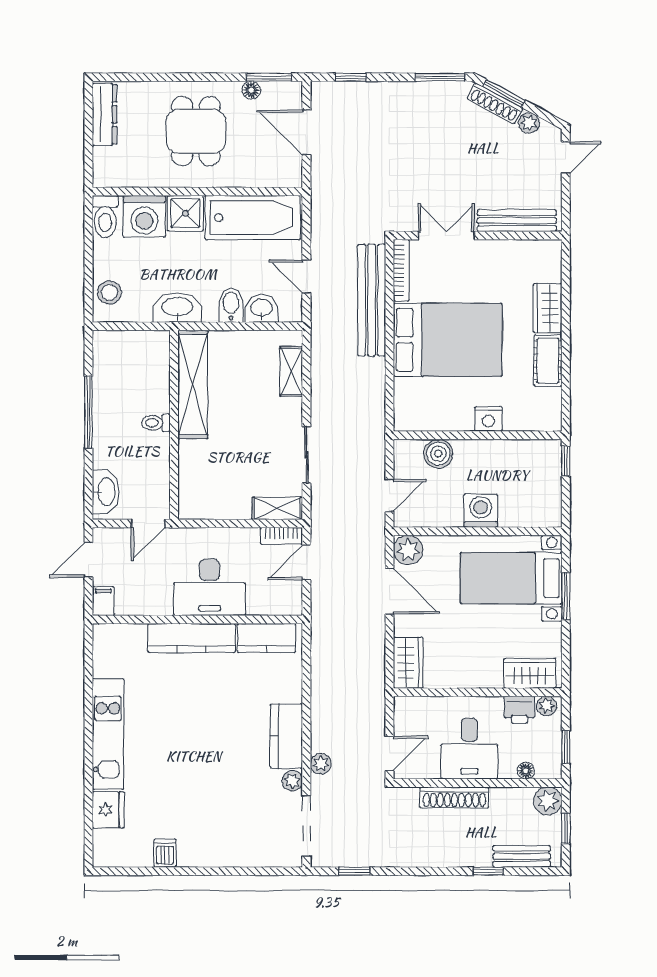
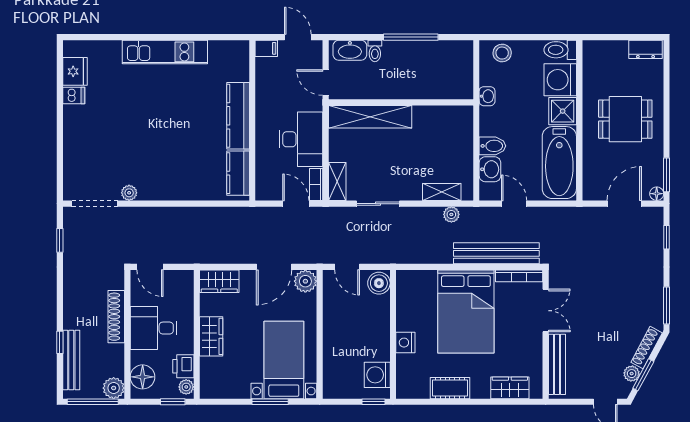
floor lamp: (251, 90) -> (657, 194), moved
window: (504, 93) -> (643, 375), moved
dresser: (105, 114) -> (645, 49), width x0.70
door: (306, 277) -> (514, 204), hinge flipped
washbasin: (177, 308) -> (487, 96), width x0.52, depth x0.69
wardrobe: (548, 308) -> (510, 388), moved
shelving: (193, 385) -> (370, 117), moved
toilet: (156, 423) -> (375, 51), moved, turned 180
boiler: (438, 454) -> (379, 283), moved
washing machine: (481, 511) -> (377, 375), moved, turned 180
desk: (210, 587) -> (301, 139), moved, turned 180
wardrobe: (530, 673) -> (211, 336), moved
kitchen counter: (286, 736) -> (163, 188), removed
window: (566, 747) -> (173, 402), moved
plant: (321, 764) -> (451, 214), moved
floor lamp: (526, 771) -> (143, 377), width x1.89, depth x1.89
fridge: (108, 810) -> (75, 71), moved, turned -90
window: (566, 828) -> (93, 402), width x2.17
bench: (522, 856) -> (71, 360), width x1.36

